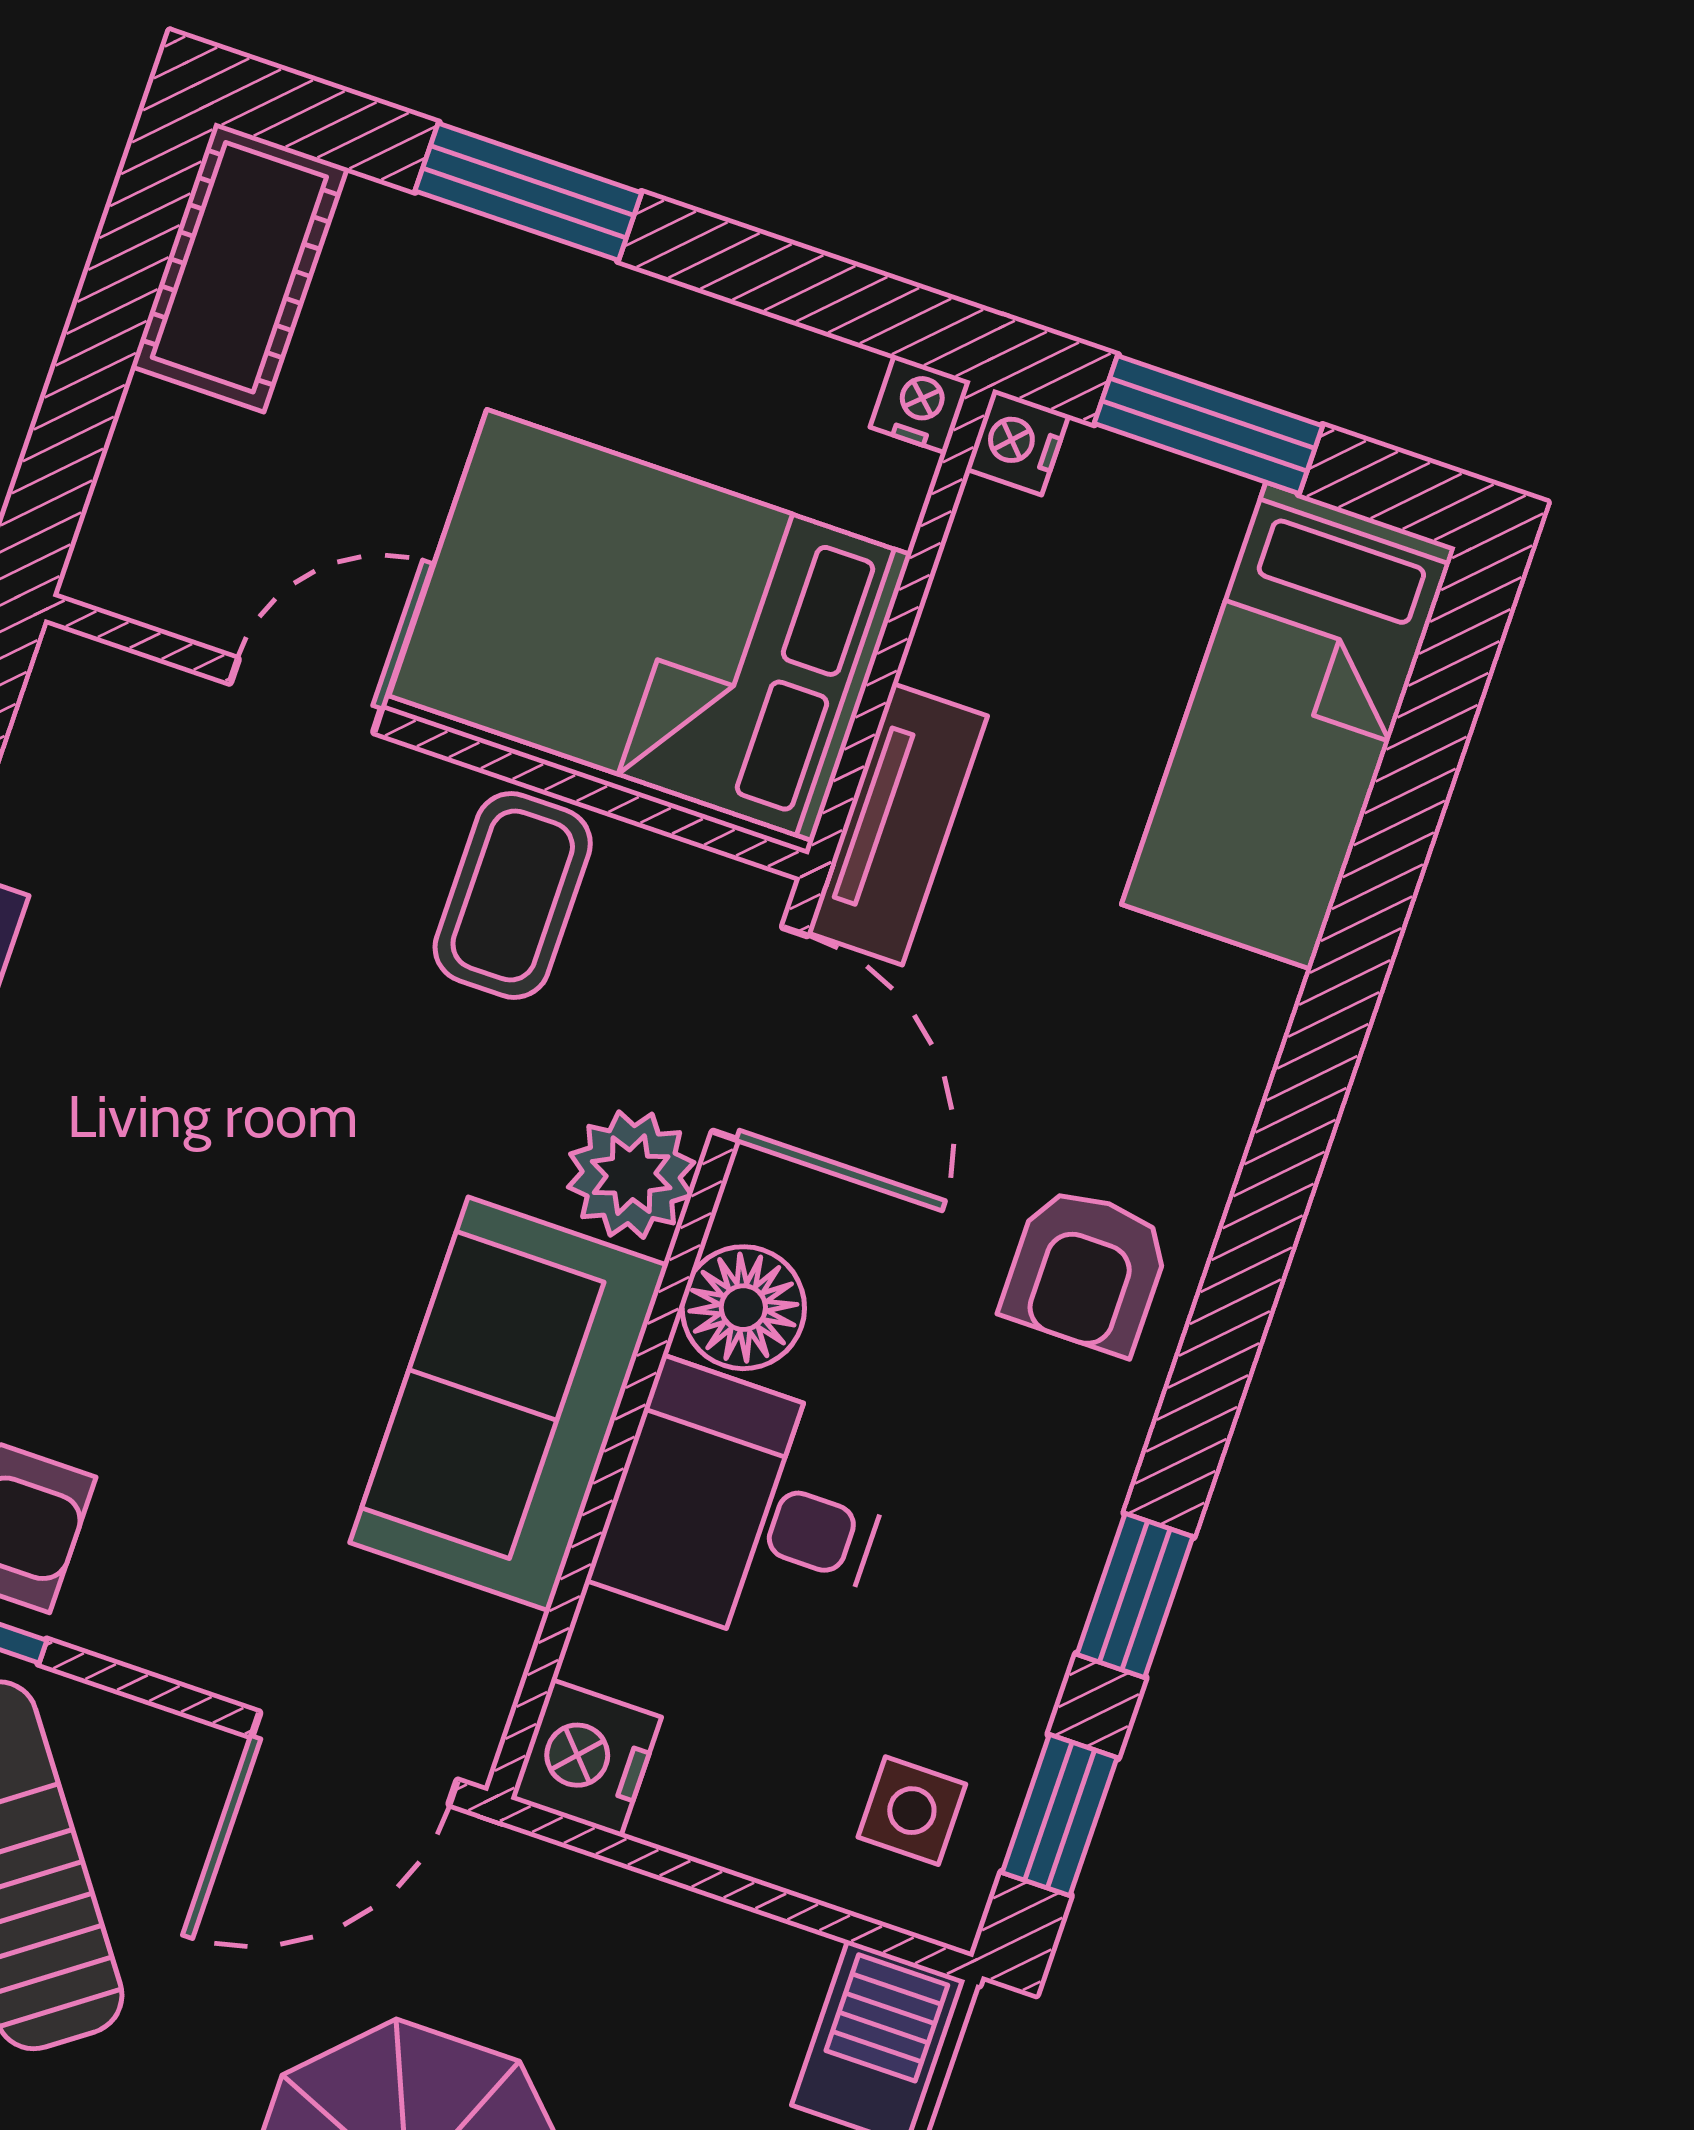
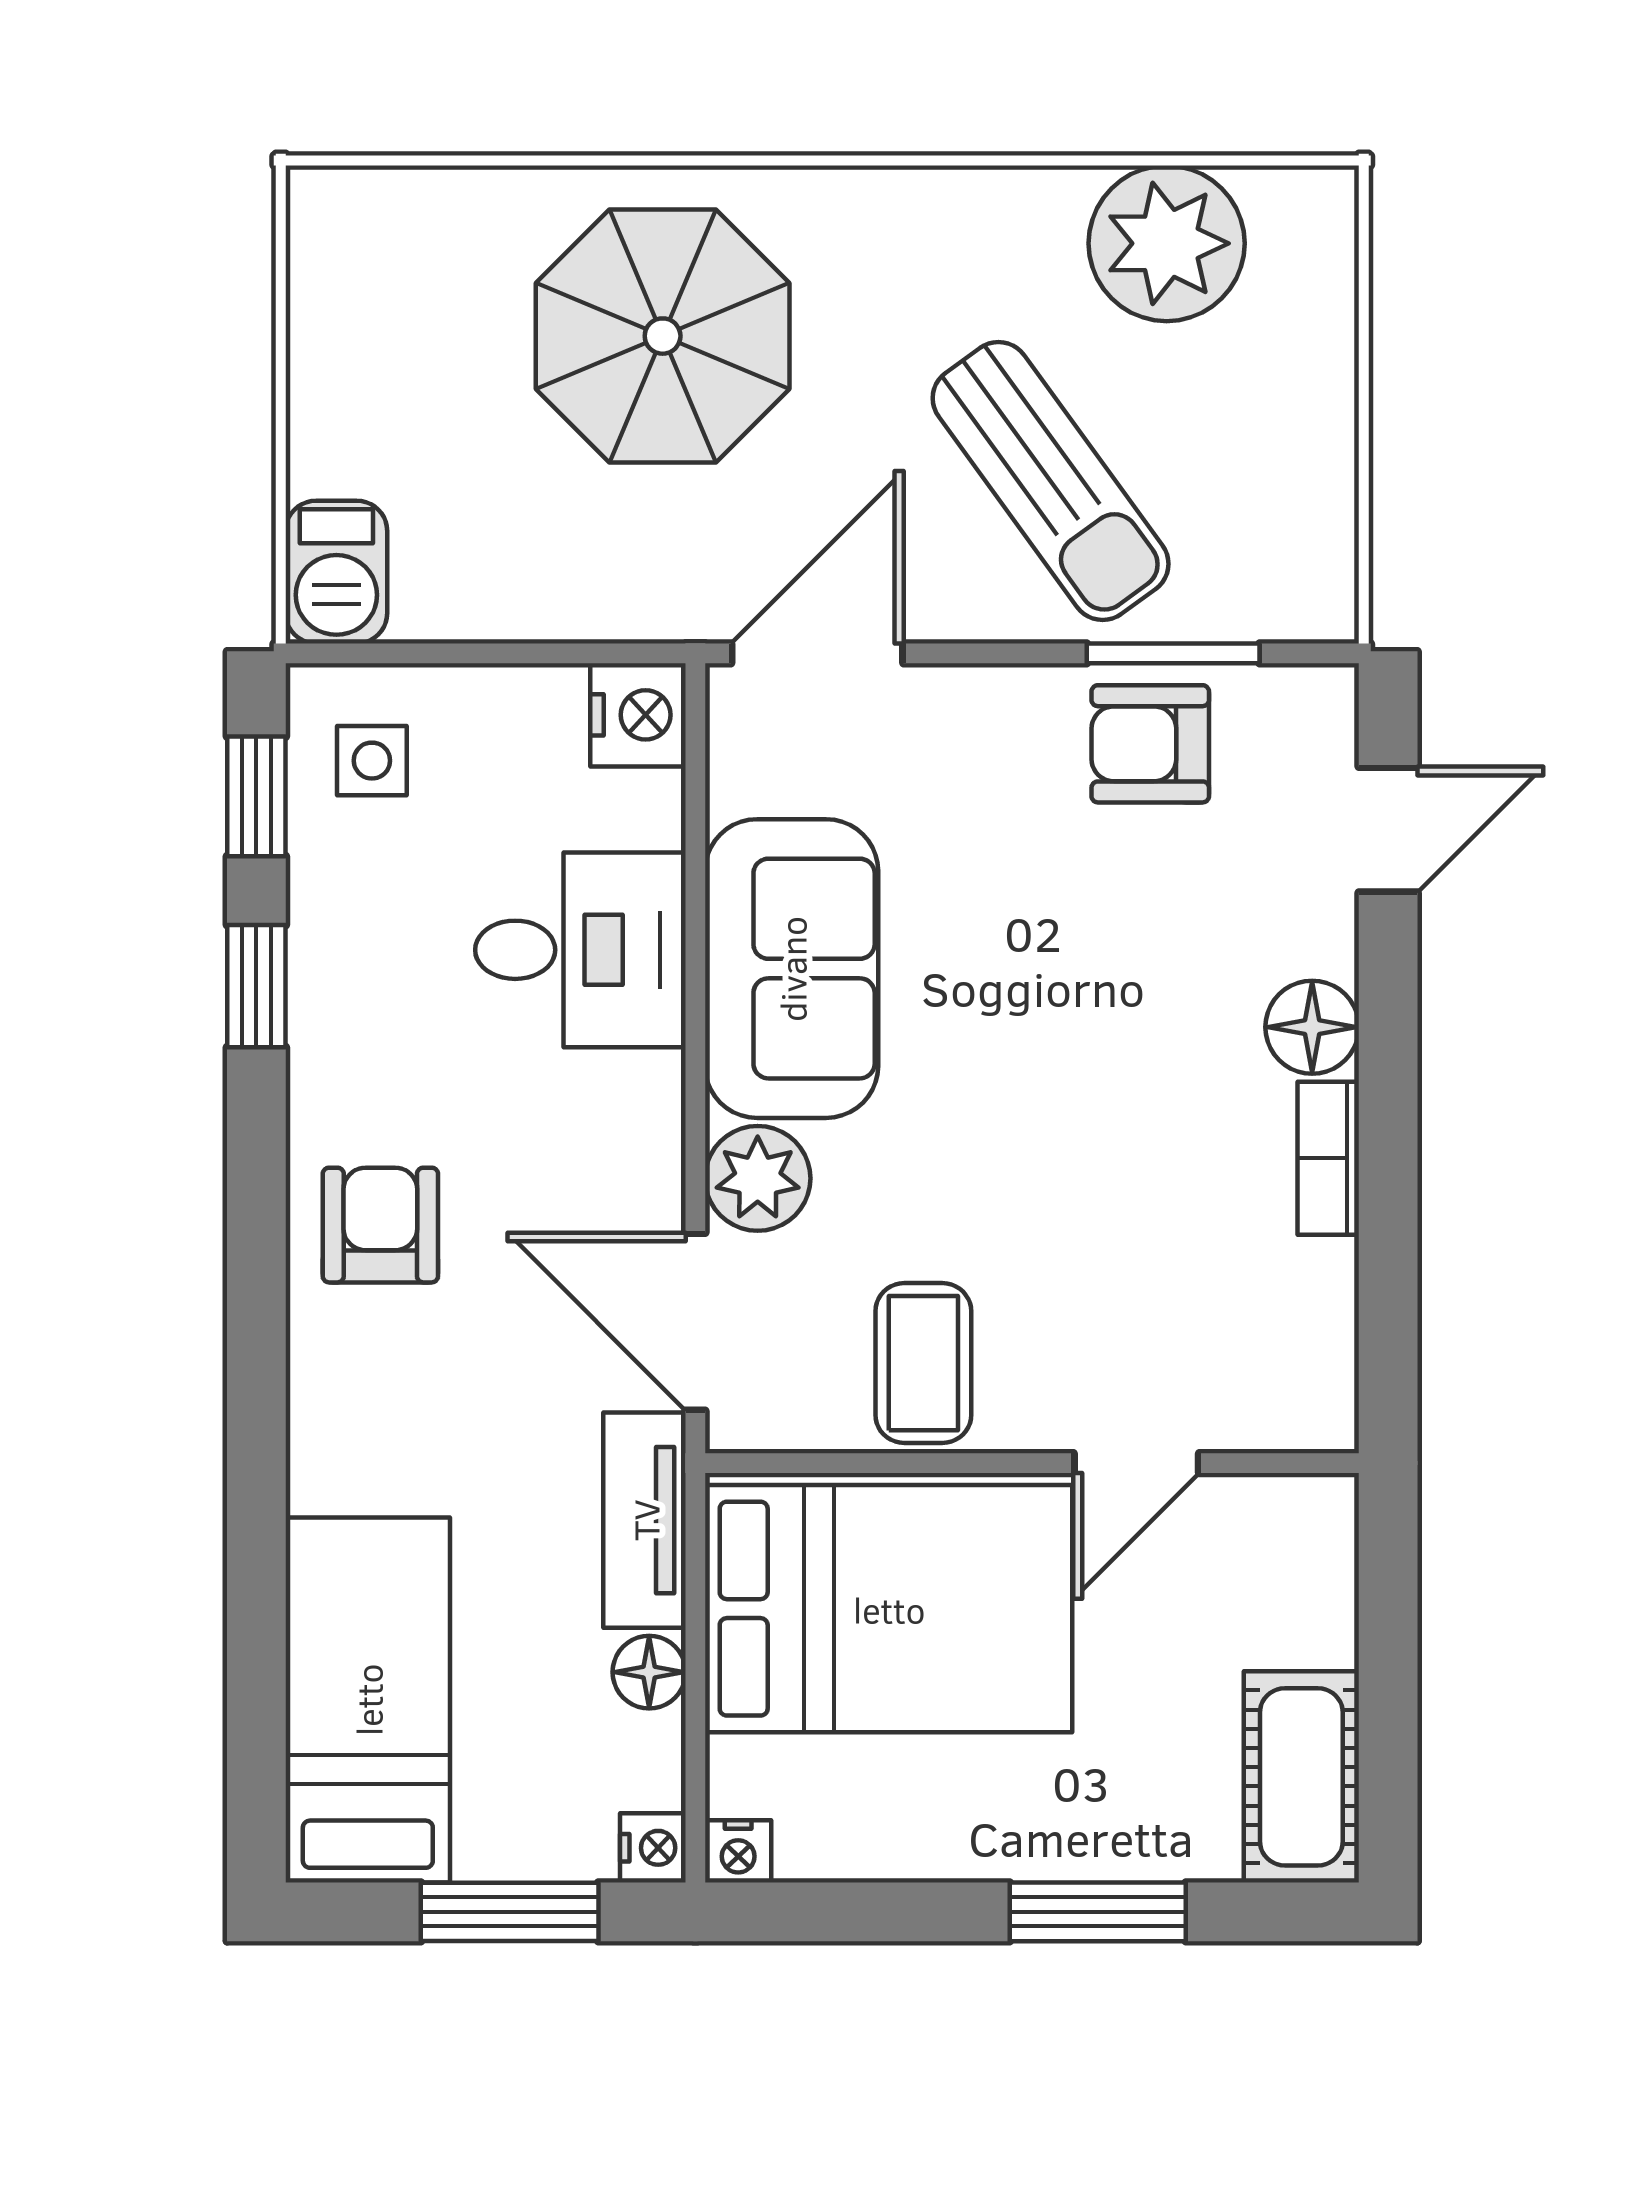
floor lamp: (743, 1308) -> (649, 1672), moved, width x0.73, depth x0.73

